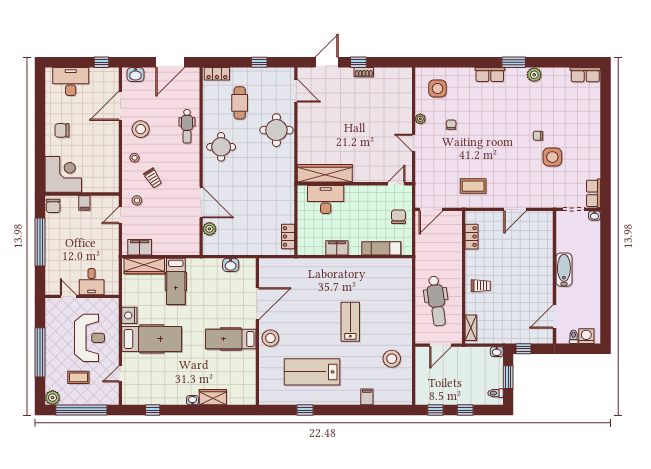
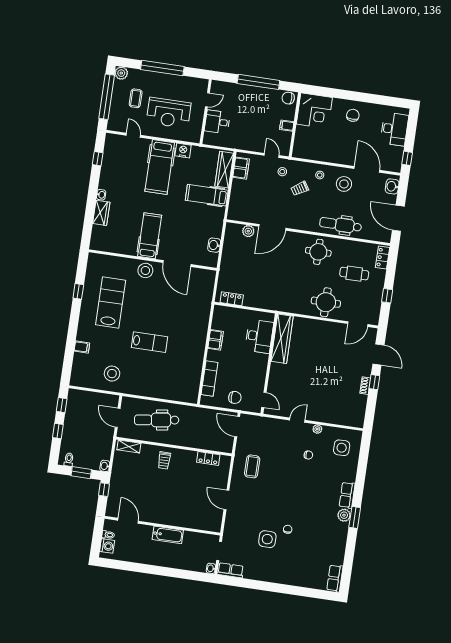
plant: (534, 75) -> (344, 515), moved
dental chair: (187, 126) -> (341, 225), width x1.36, depth x1.38

